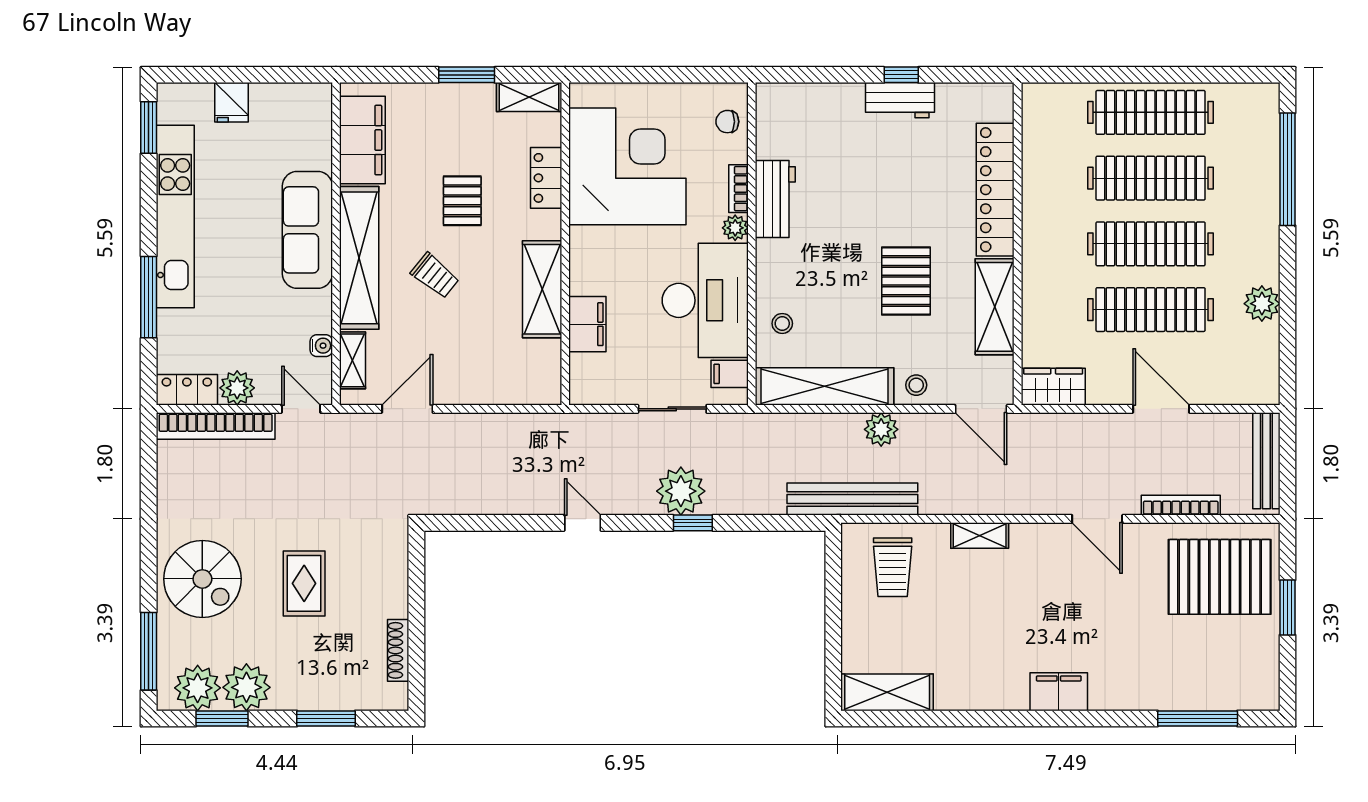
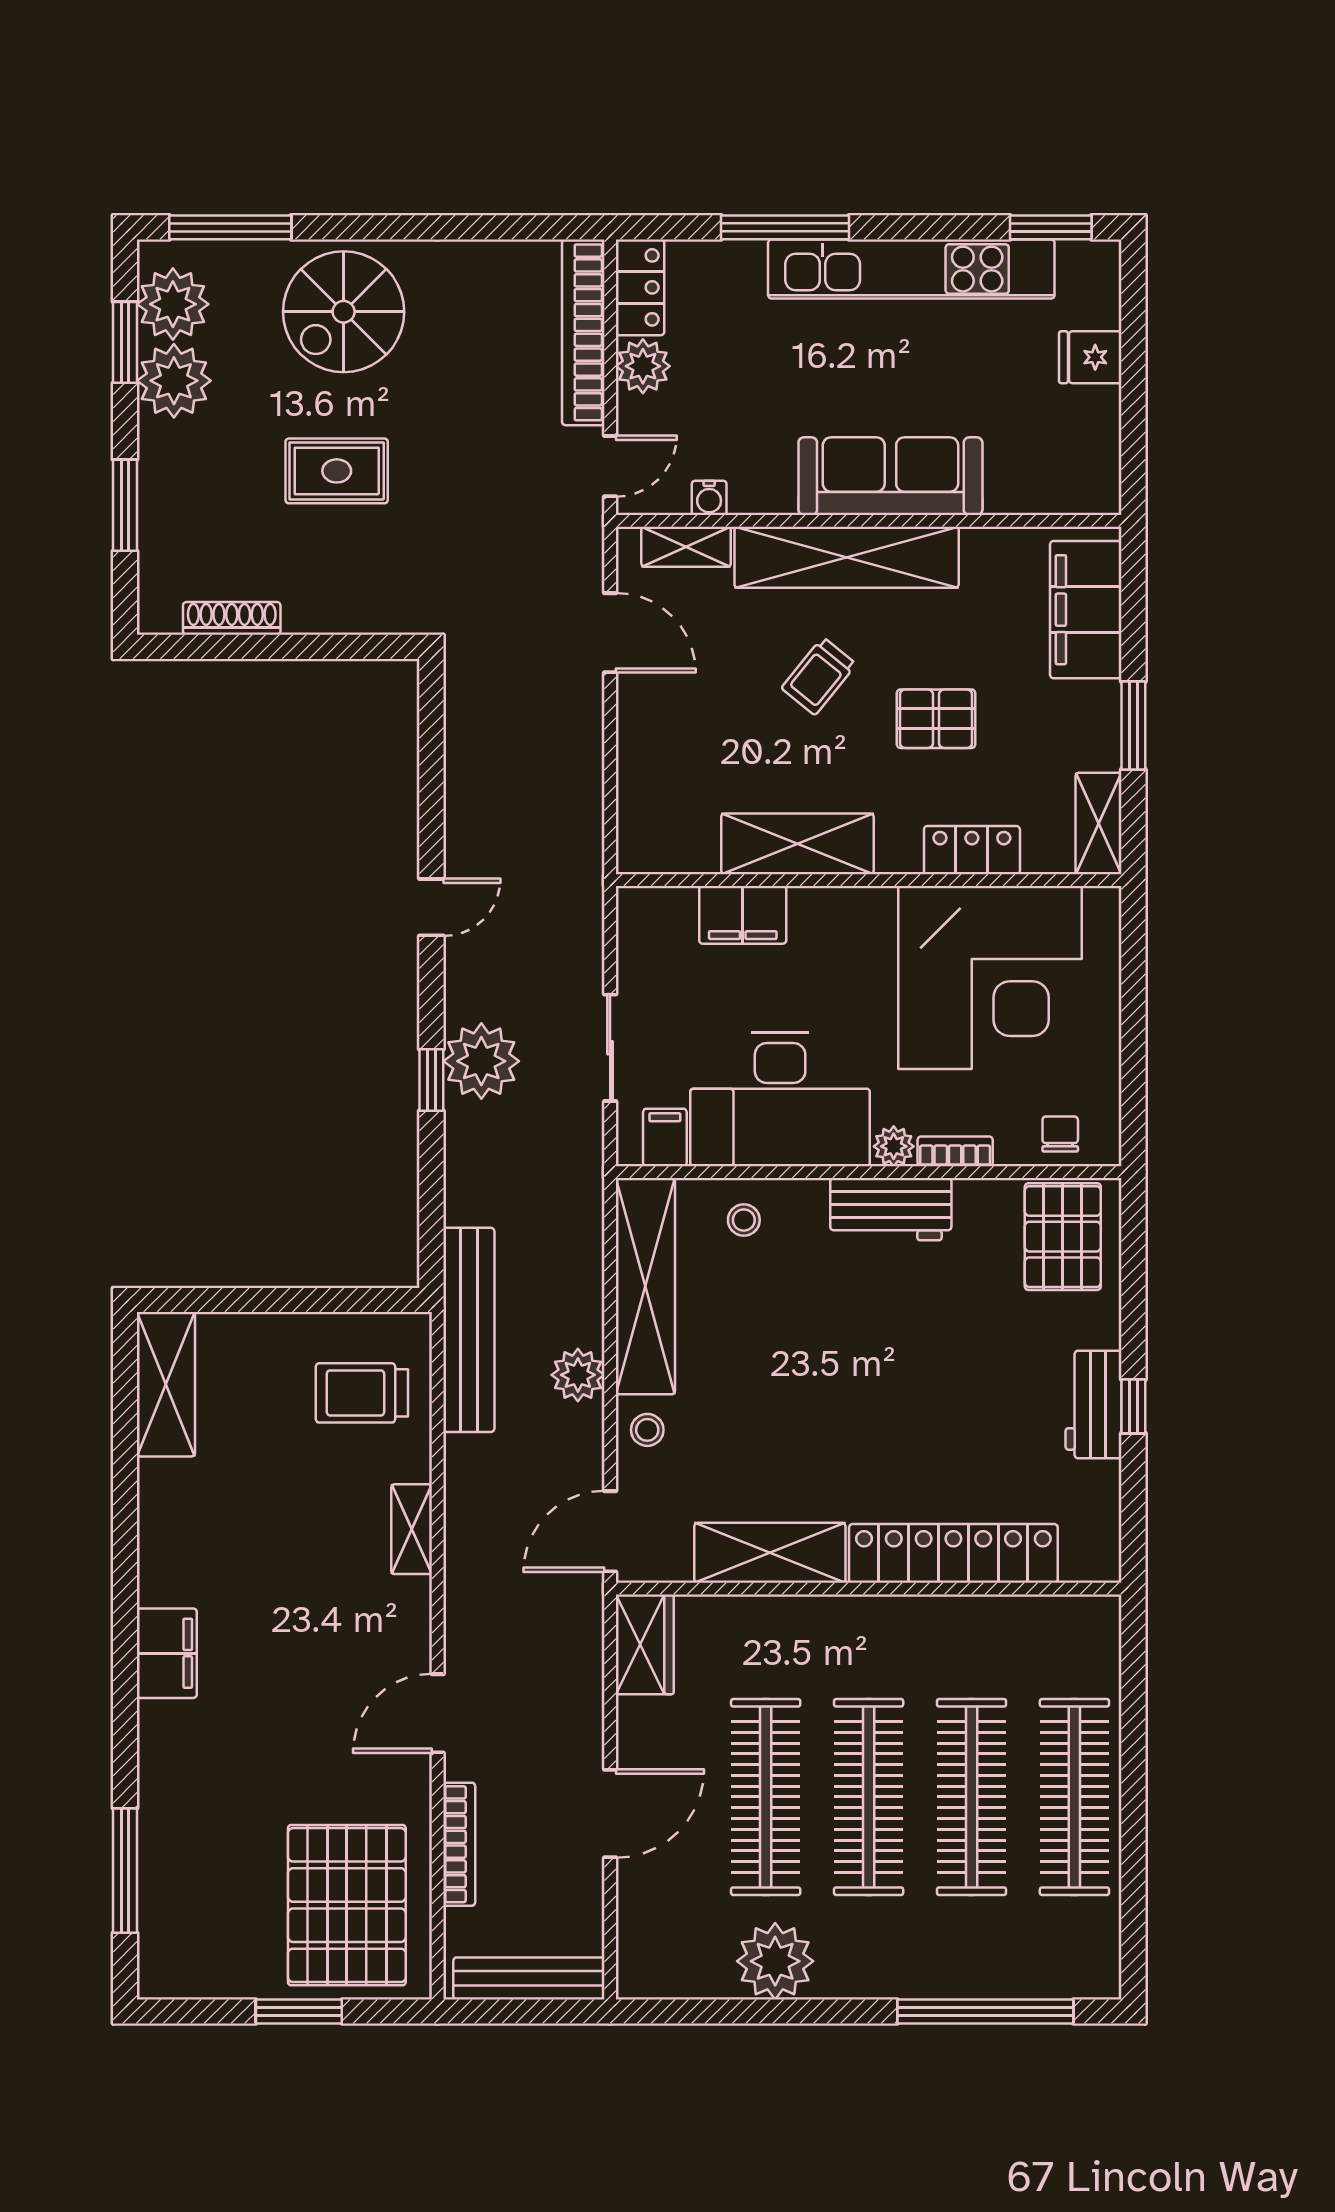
filing cabinet: (362, 140) -> (1086, 610), moved, turned 90
workbench: (775, 199) -> (891, 1209), moved
pallet: (906, 281) -> (1063, 1237), moved, turned 90
plant: (1262, 304) -> (775, 1961), width x1.36, depth x1.36

